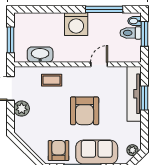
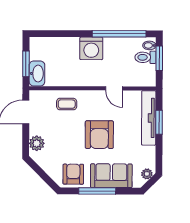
window: (104, 9) -> (119, 34), width x1.46
washbasin: (40, 55) -> (37, 73), moved, turned 90
door: (99, 64) -> (114, 88), swing flipped
plant: (22, 109) -> (37, 143), moved

